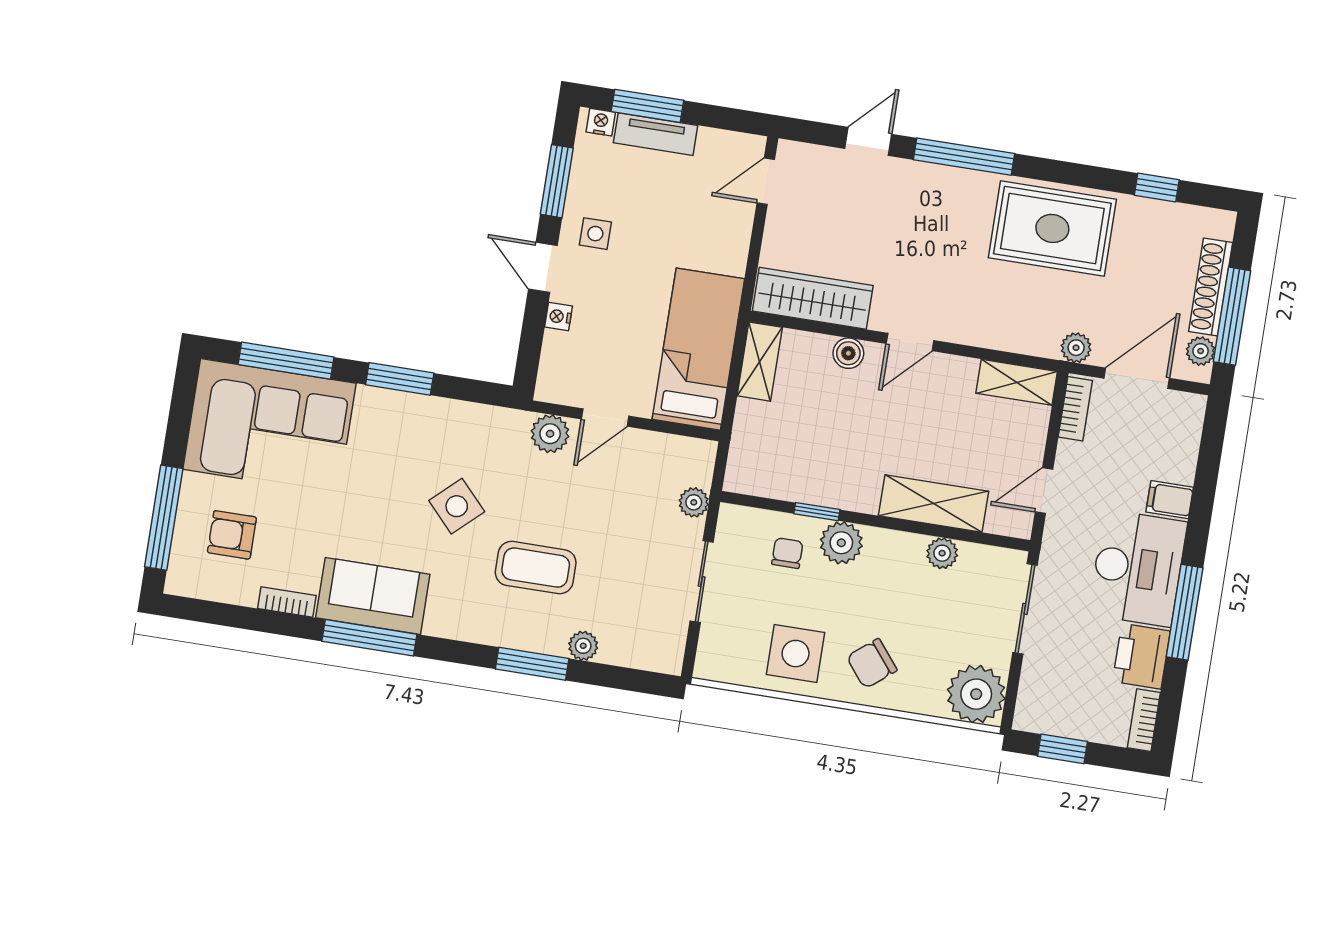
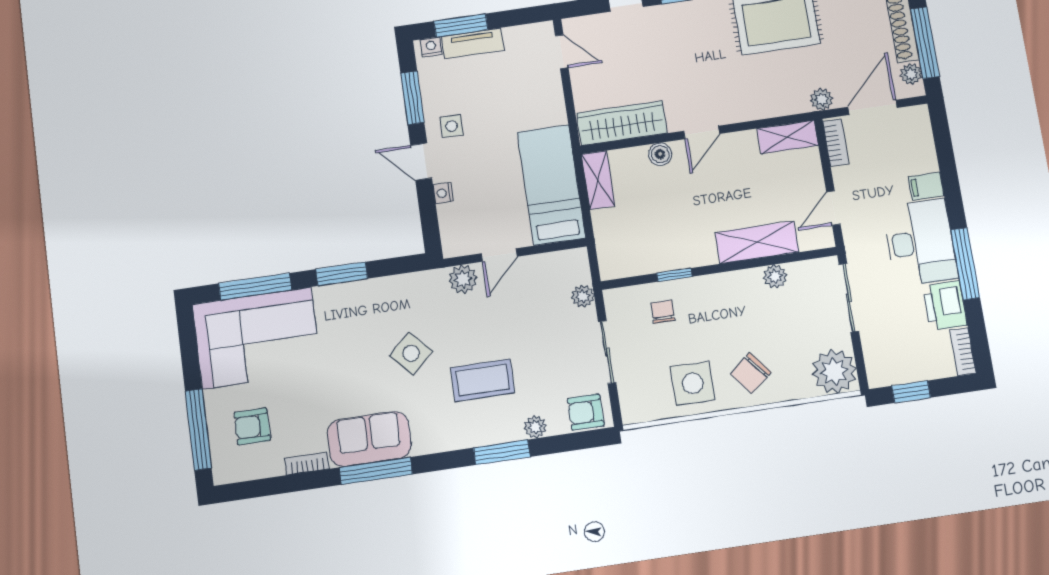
door: (766, 181) -> (562, 52), swing flipped
plant: (841, 543) -> (700, 292), removed
armchair: (651, 647) -> (586, 412), added

